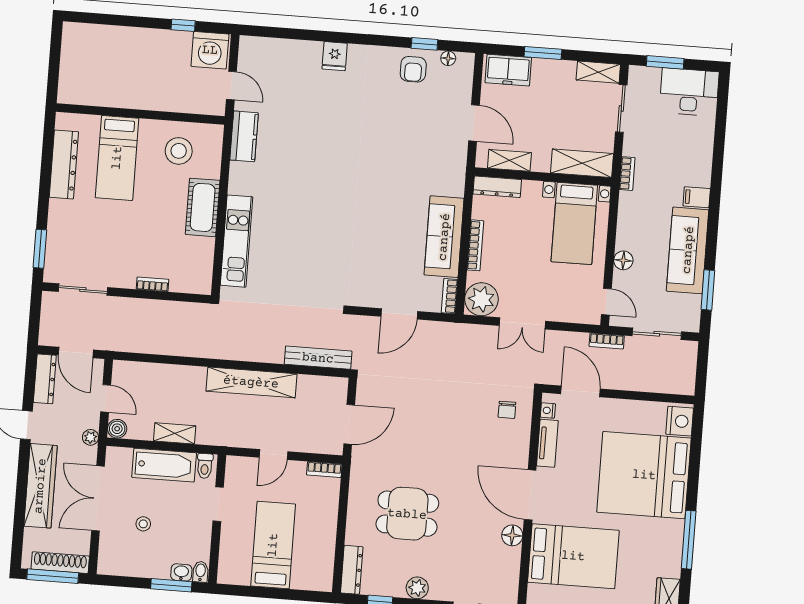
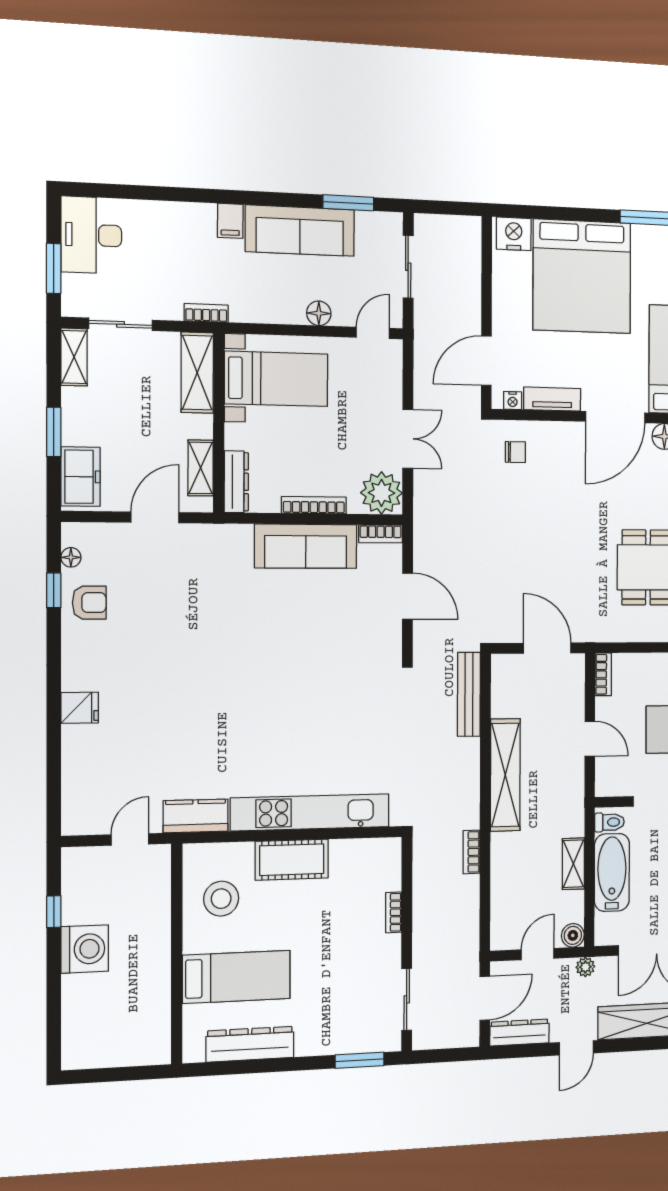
washing machine: (210, 50) -> (85, 949), moved
kitchen unit: (237, 241) -> (310, 812), width x1.36
bookcase: (607, 341) -> (472, 852), moved, turned 180

